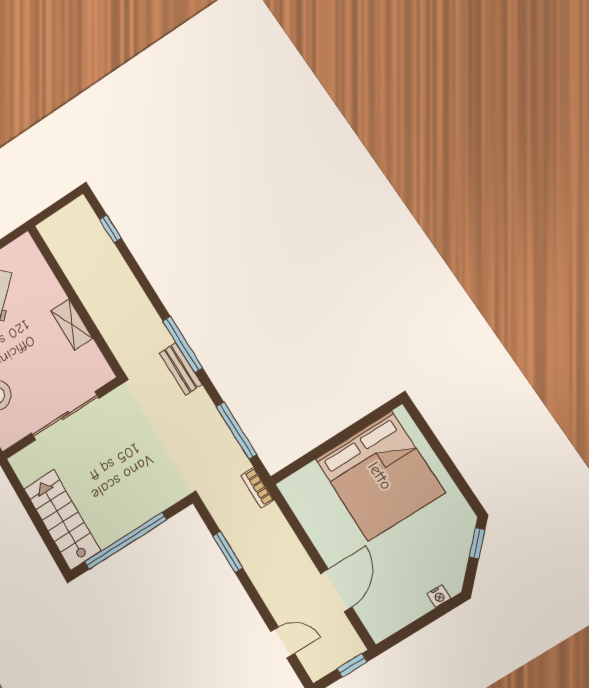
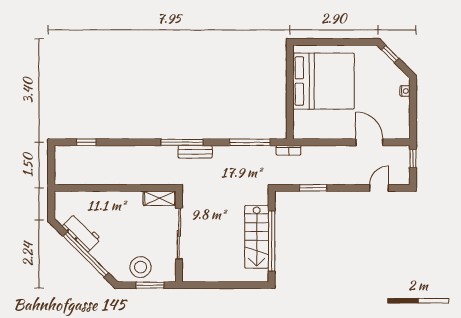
shelving: (72, 325) -> (160, 198), moved
stairs: (62, 520) -> (257, 237), moved, turned -90

